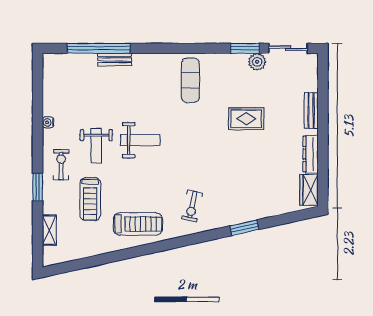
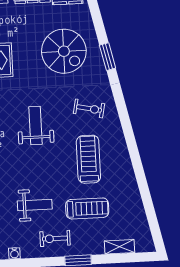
weight bench: (140, 140) -> (36, 126), moved
spiral stairs: (252, 183) -> (64, 51), added
treadmill: (138, 224) -> (88, 159), moved

